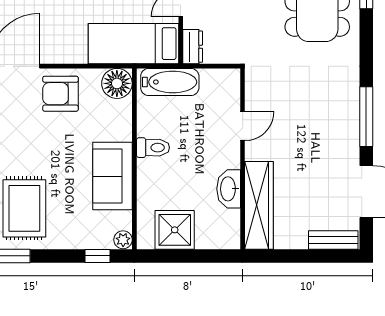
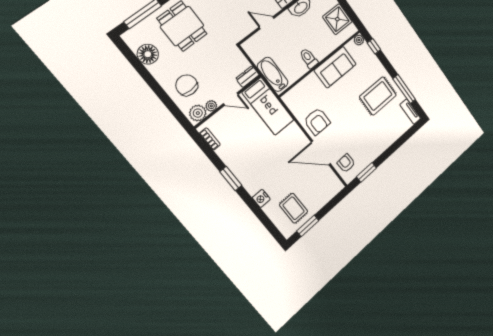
floor lamp: (117, 83) -> (293, 99), removed

